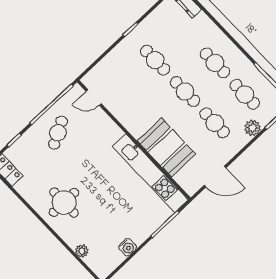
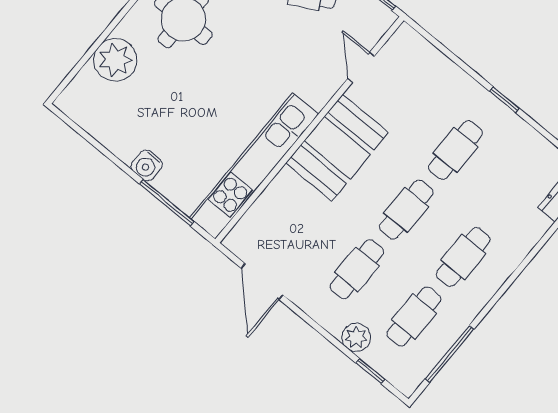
door: (94, 97) -> (361, 67), moved
booth: (166, 148) -> (337, 148), moved
water cooler: (128, 247) -> (147, 165), moved
plant: (82, 251) -> (115, 60), width x1.87, depth x1.87

